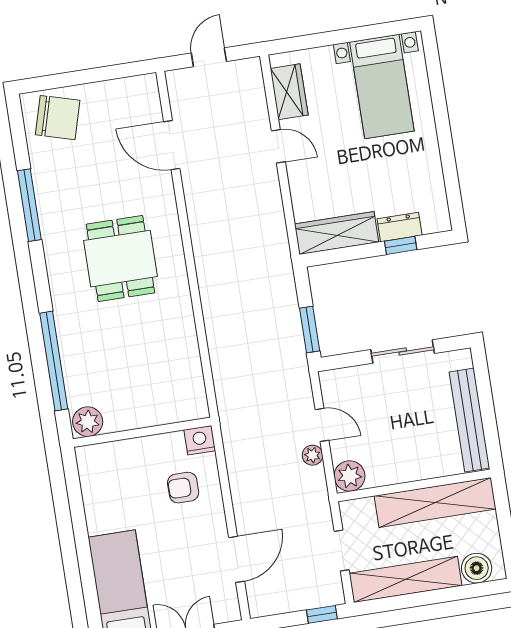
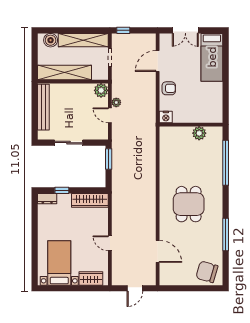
wardrobe: (289, 92) -> (91, 278), moved, turned 90
dresser: (400, 227) -> (47, 199), moved
plant: (88, 422) -> (199, 133), moved
armchair: (183, 488) -> (169, 88), moved

